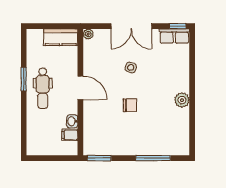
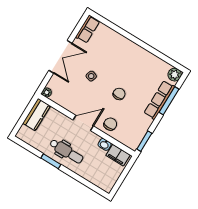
window: (178, 26) -> (82, 22), removed
plant: (182, 100) -> (175, 75), moved
chair: (95, 115) -> (110, 124), added
filing cabinet: (70, 135) -> (118, 155), width x2.00
row of seats: (148, 148) -> (159, 100), added

